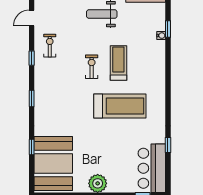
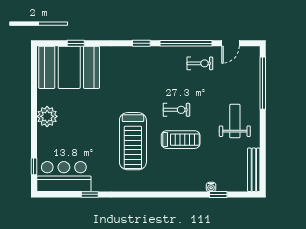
door: (32, 18) -> (230, 43), swing flipped
window: (32, 58) -> (186, 43), width x3.17
window: (32, 147) -> (76, 43), moved

